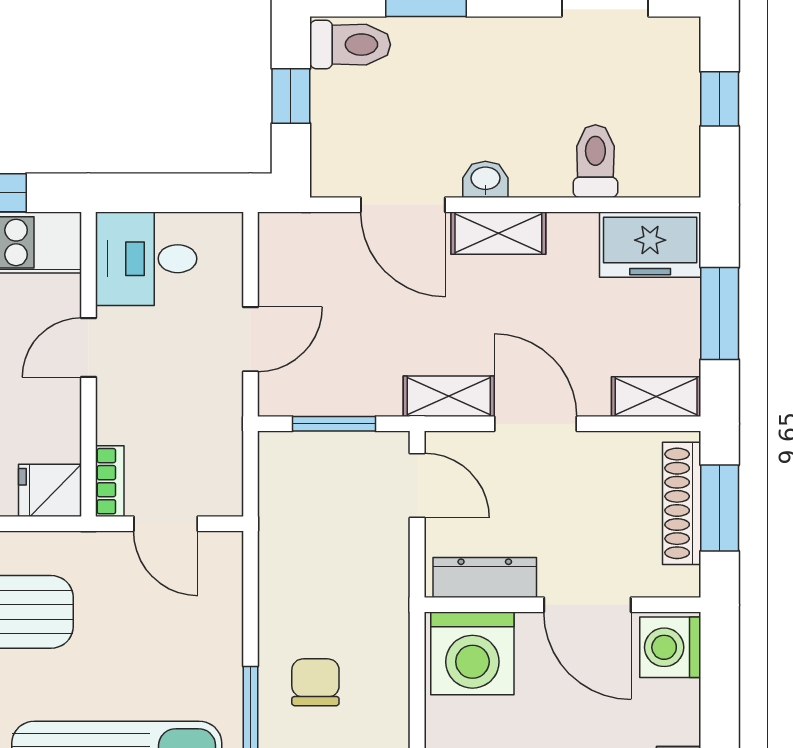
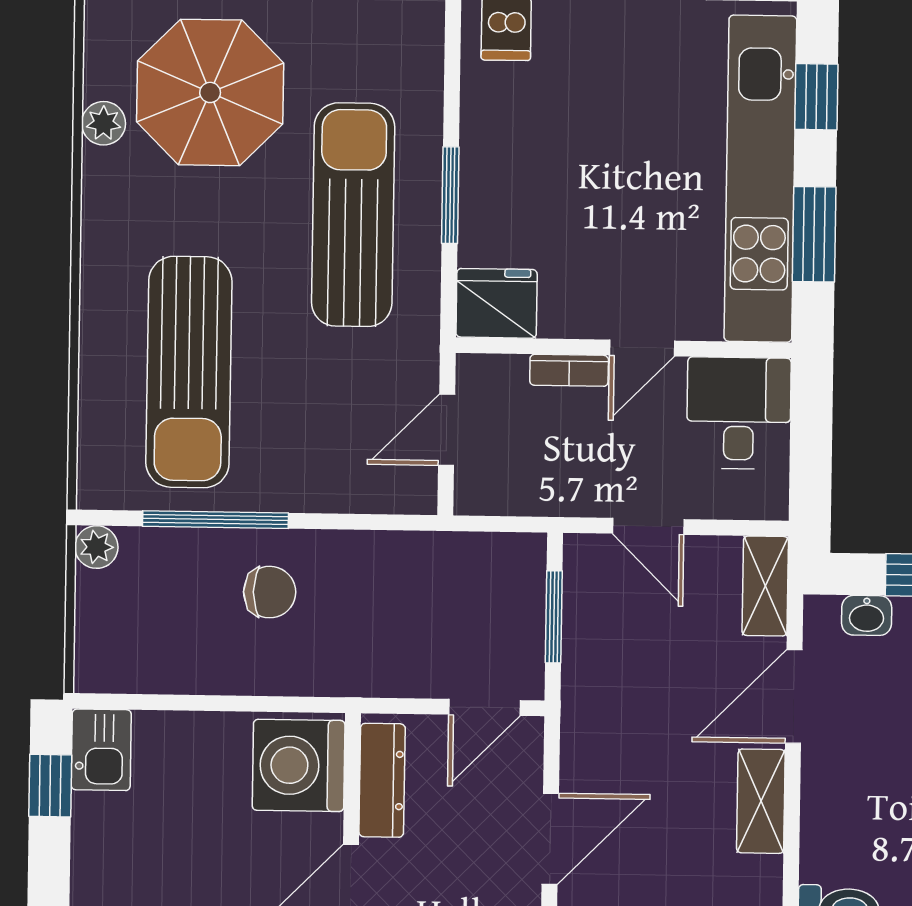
washbasin: (485, 179) -> (867, 615), moved, turned 90
door: (88, 348) -> (642, 348), swing flipped
shelving: (449, 396) -> (765, 586), moved
bookcase: (110, 481) -> (569, 370), moved
fridge: (50, 490) -> (497, 303), width x1.38

